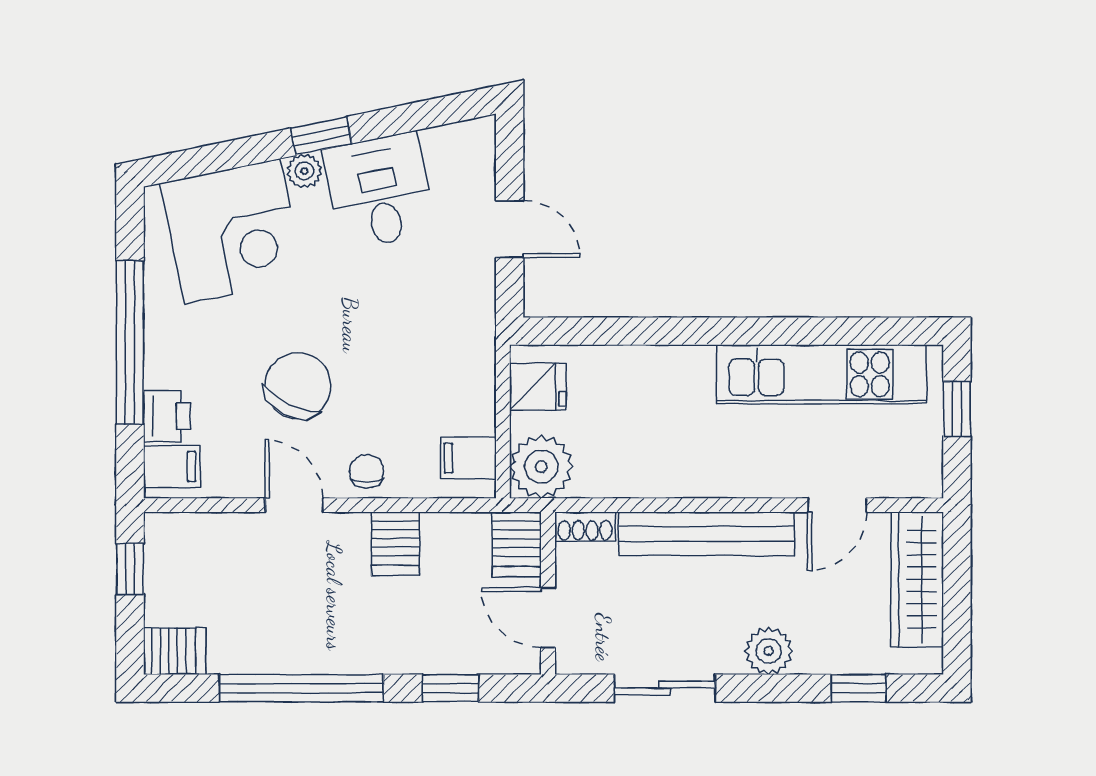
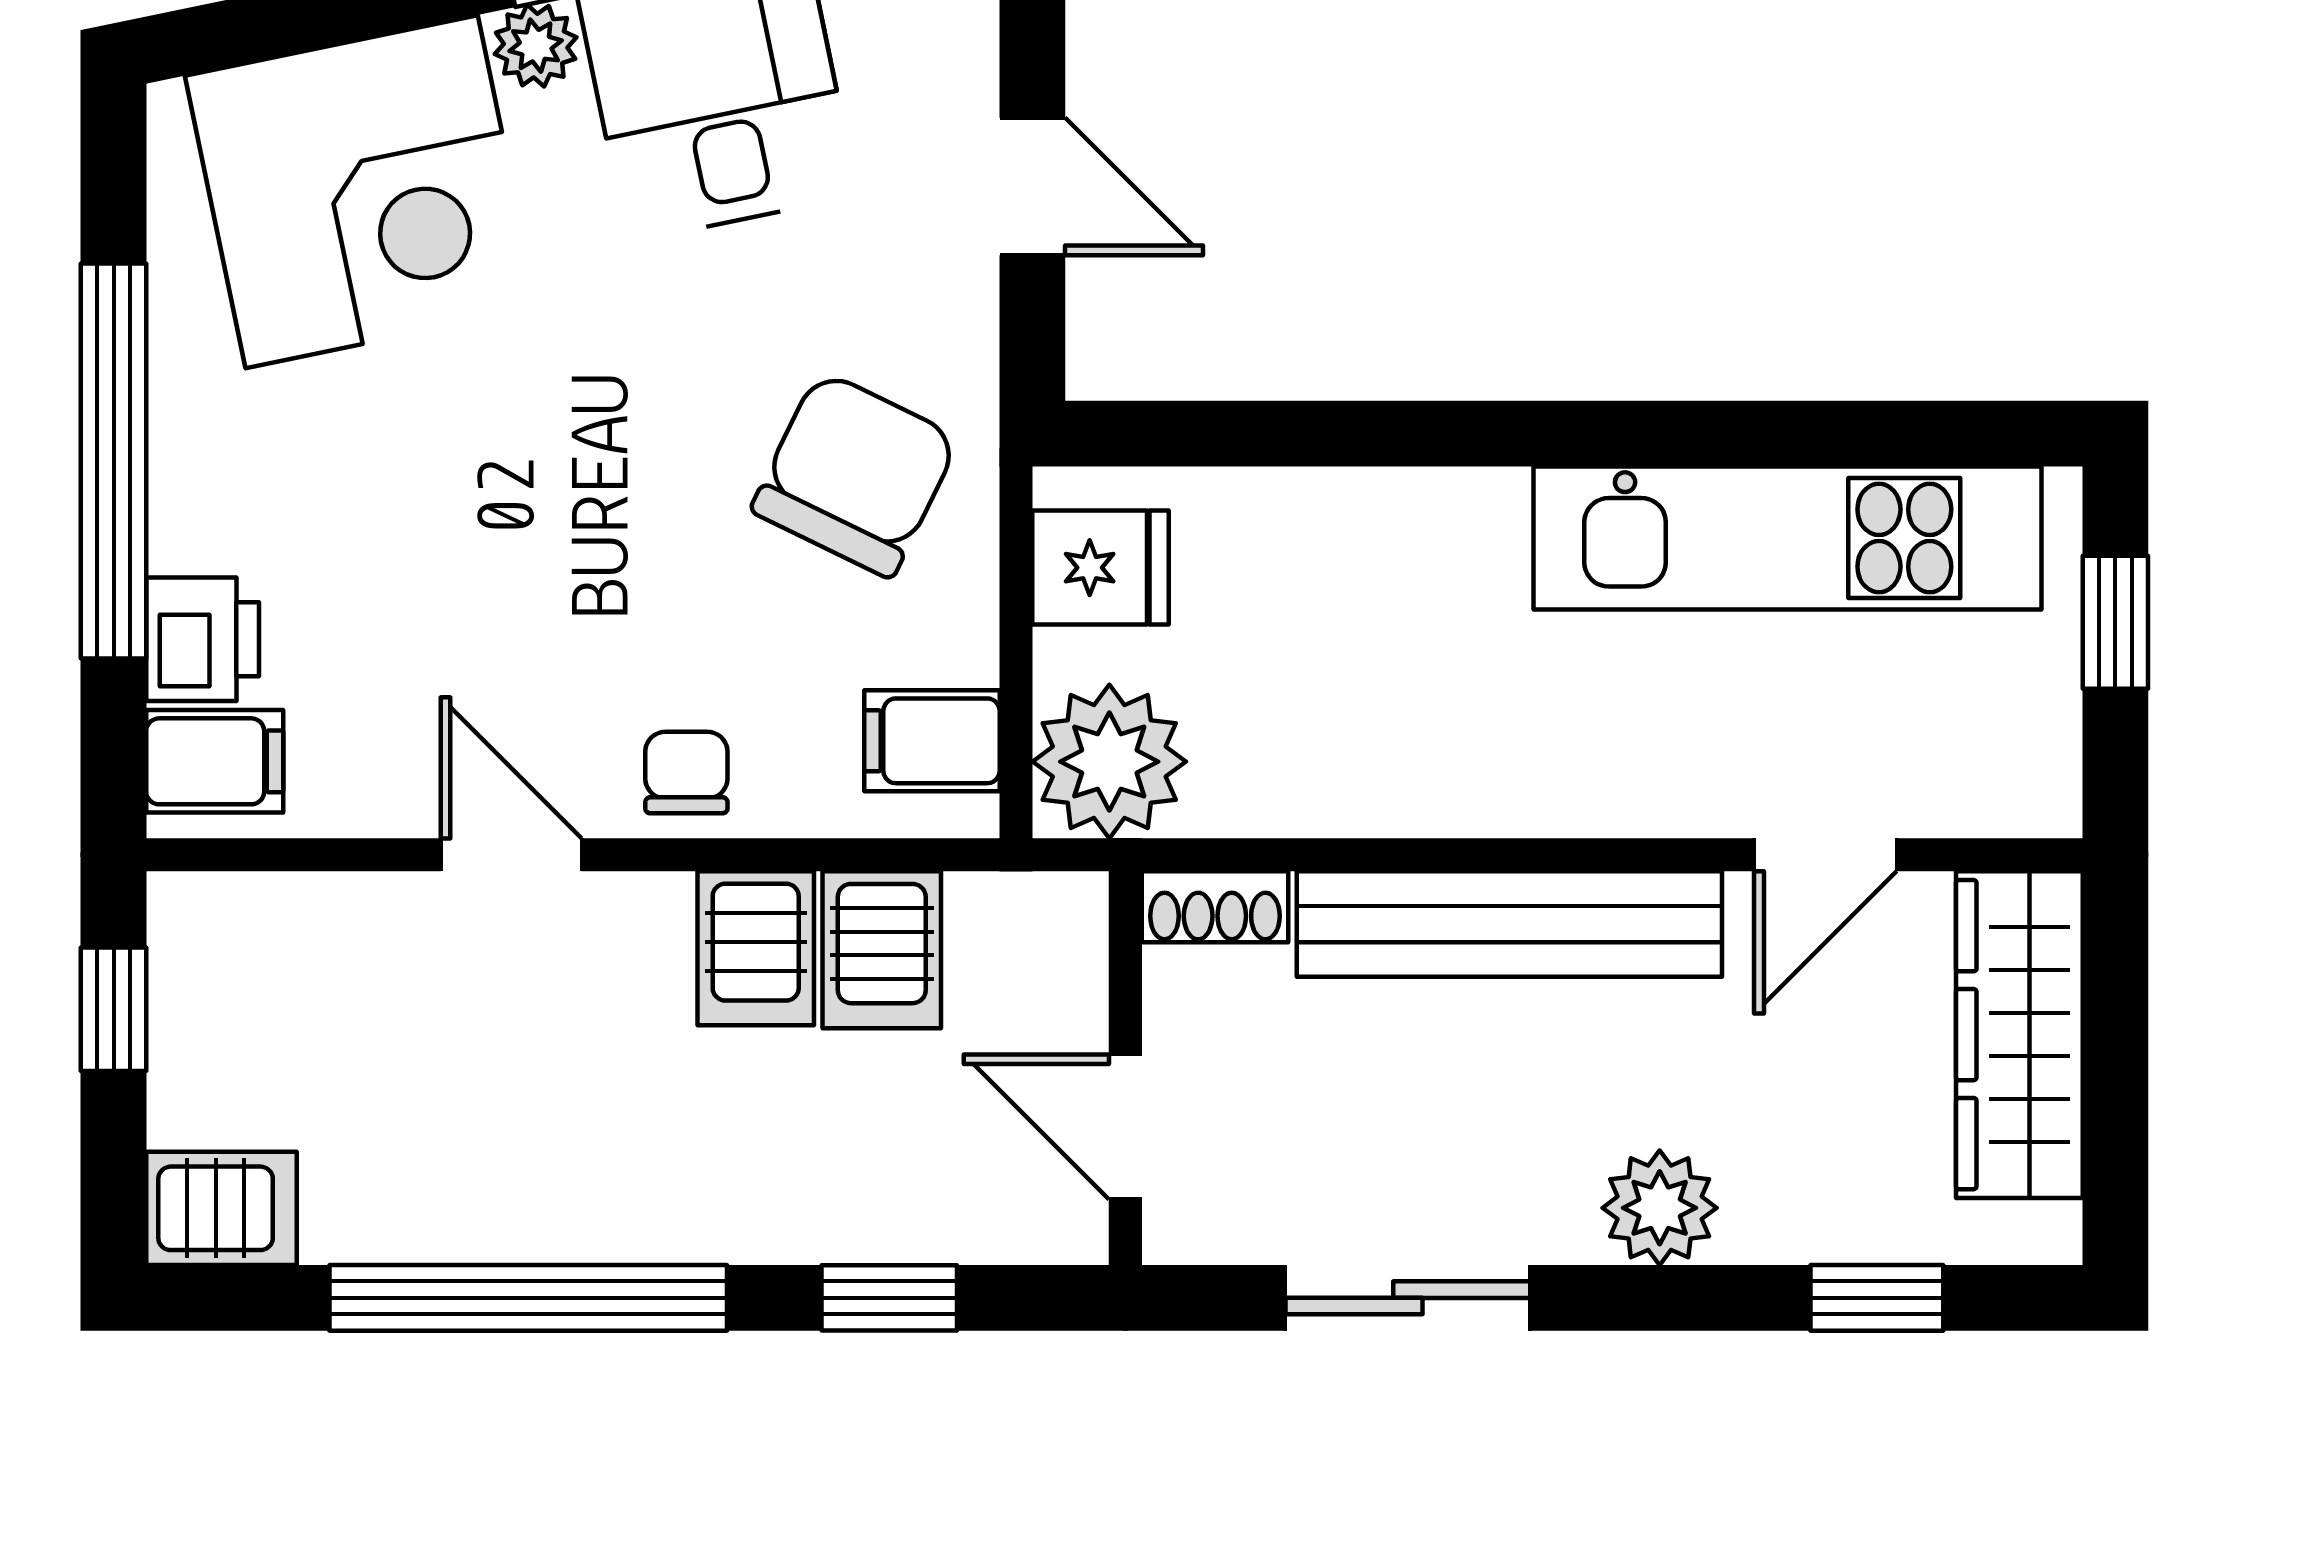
chair: (298, 386) -> (855, 474), moved
server rack: (517, 544) -> (882, 950), moved

